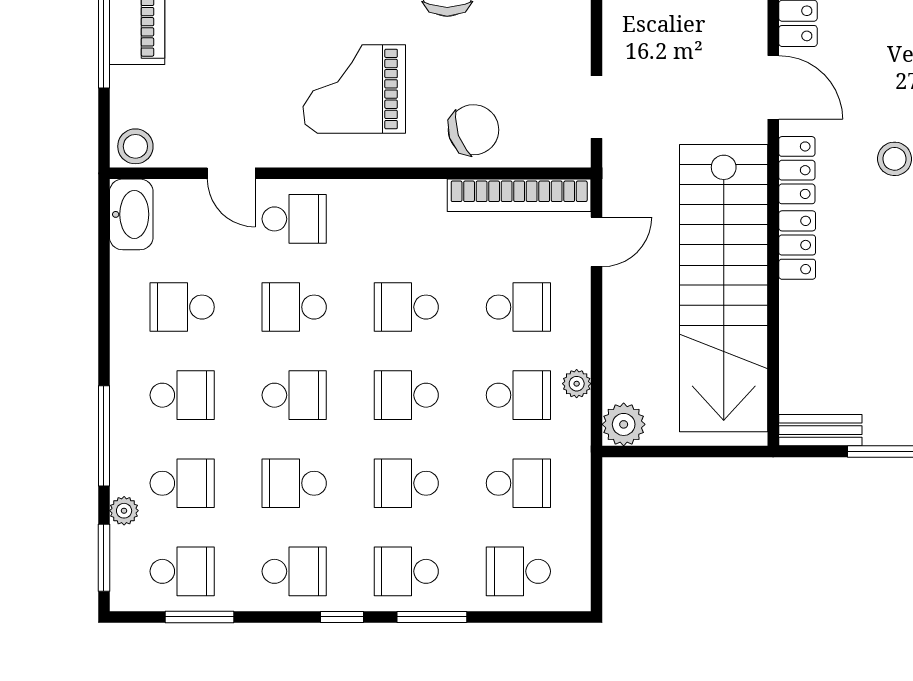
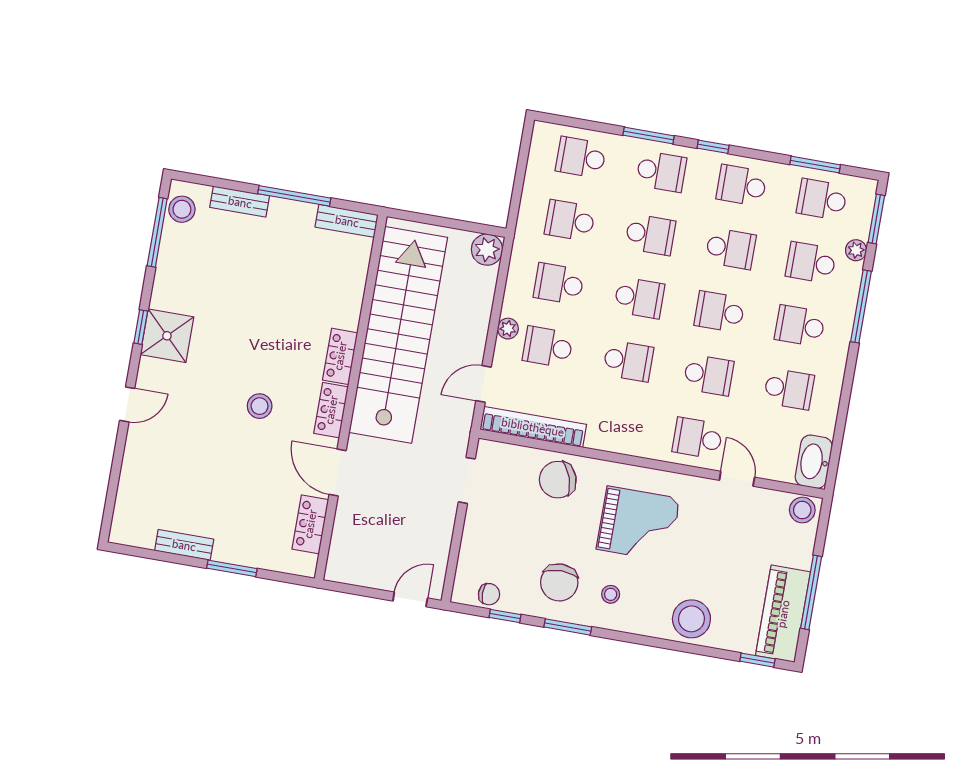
plant: (577, 384) -> (508, 329), moved
school desk: (518, 571) -> (581, 157), turned 180

